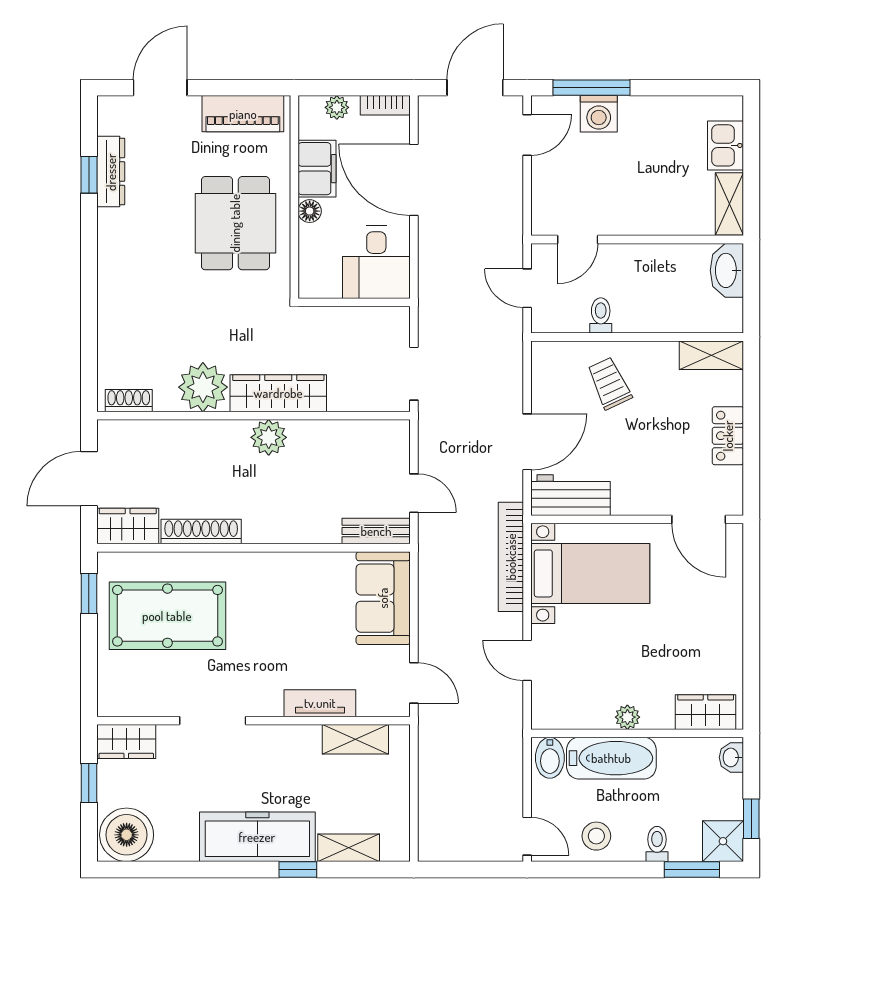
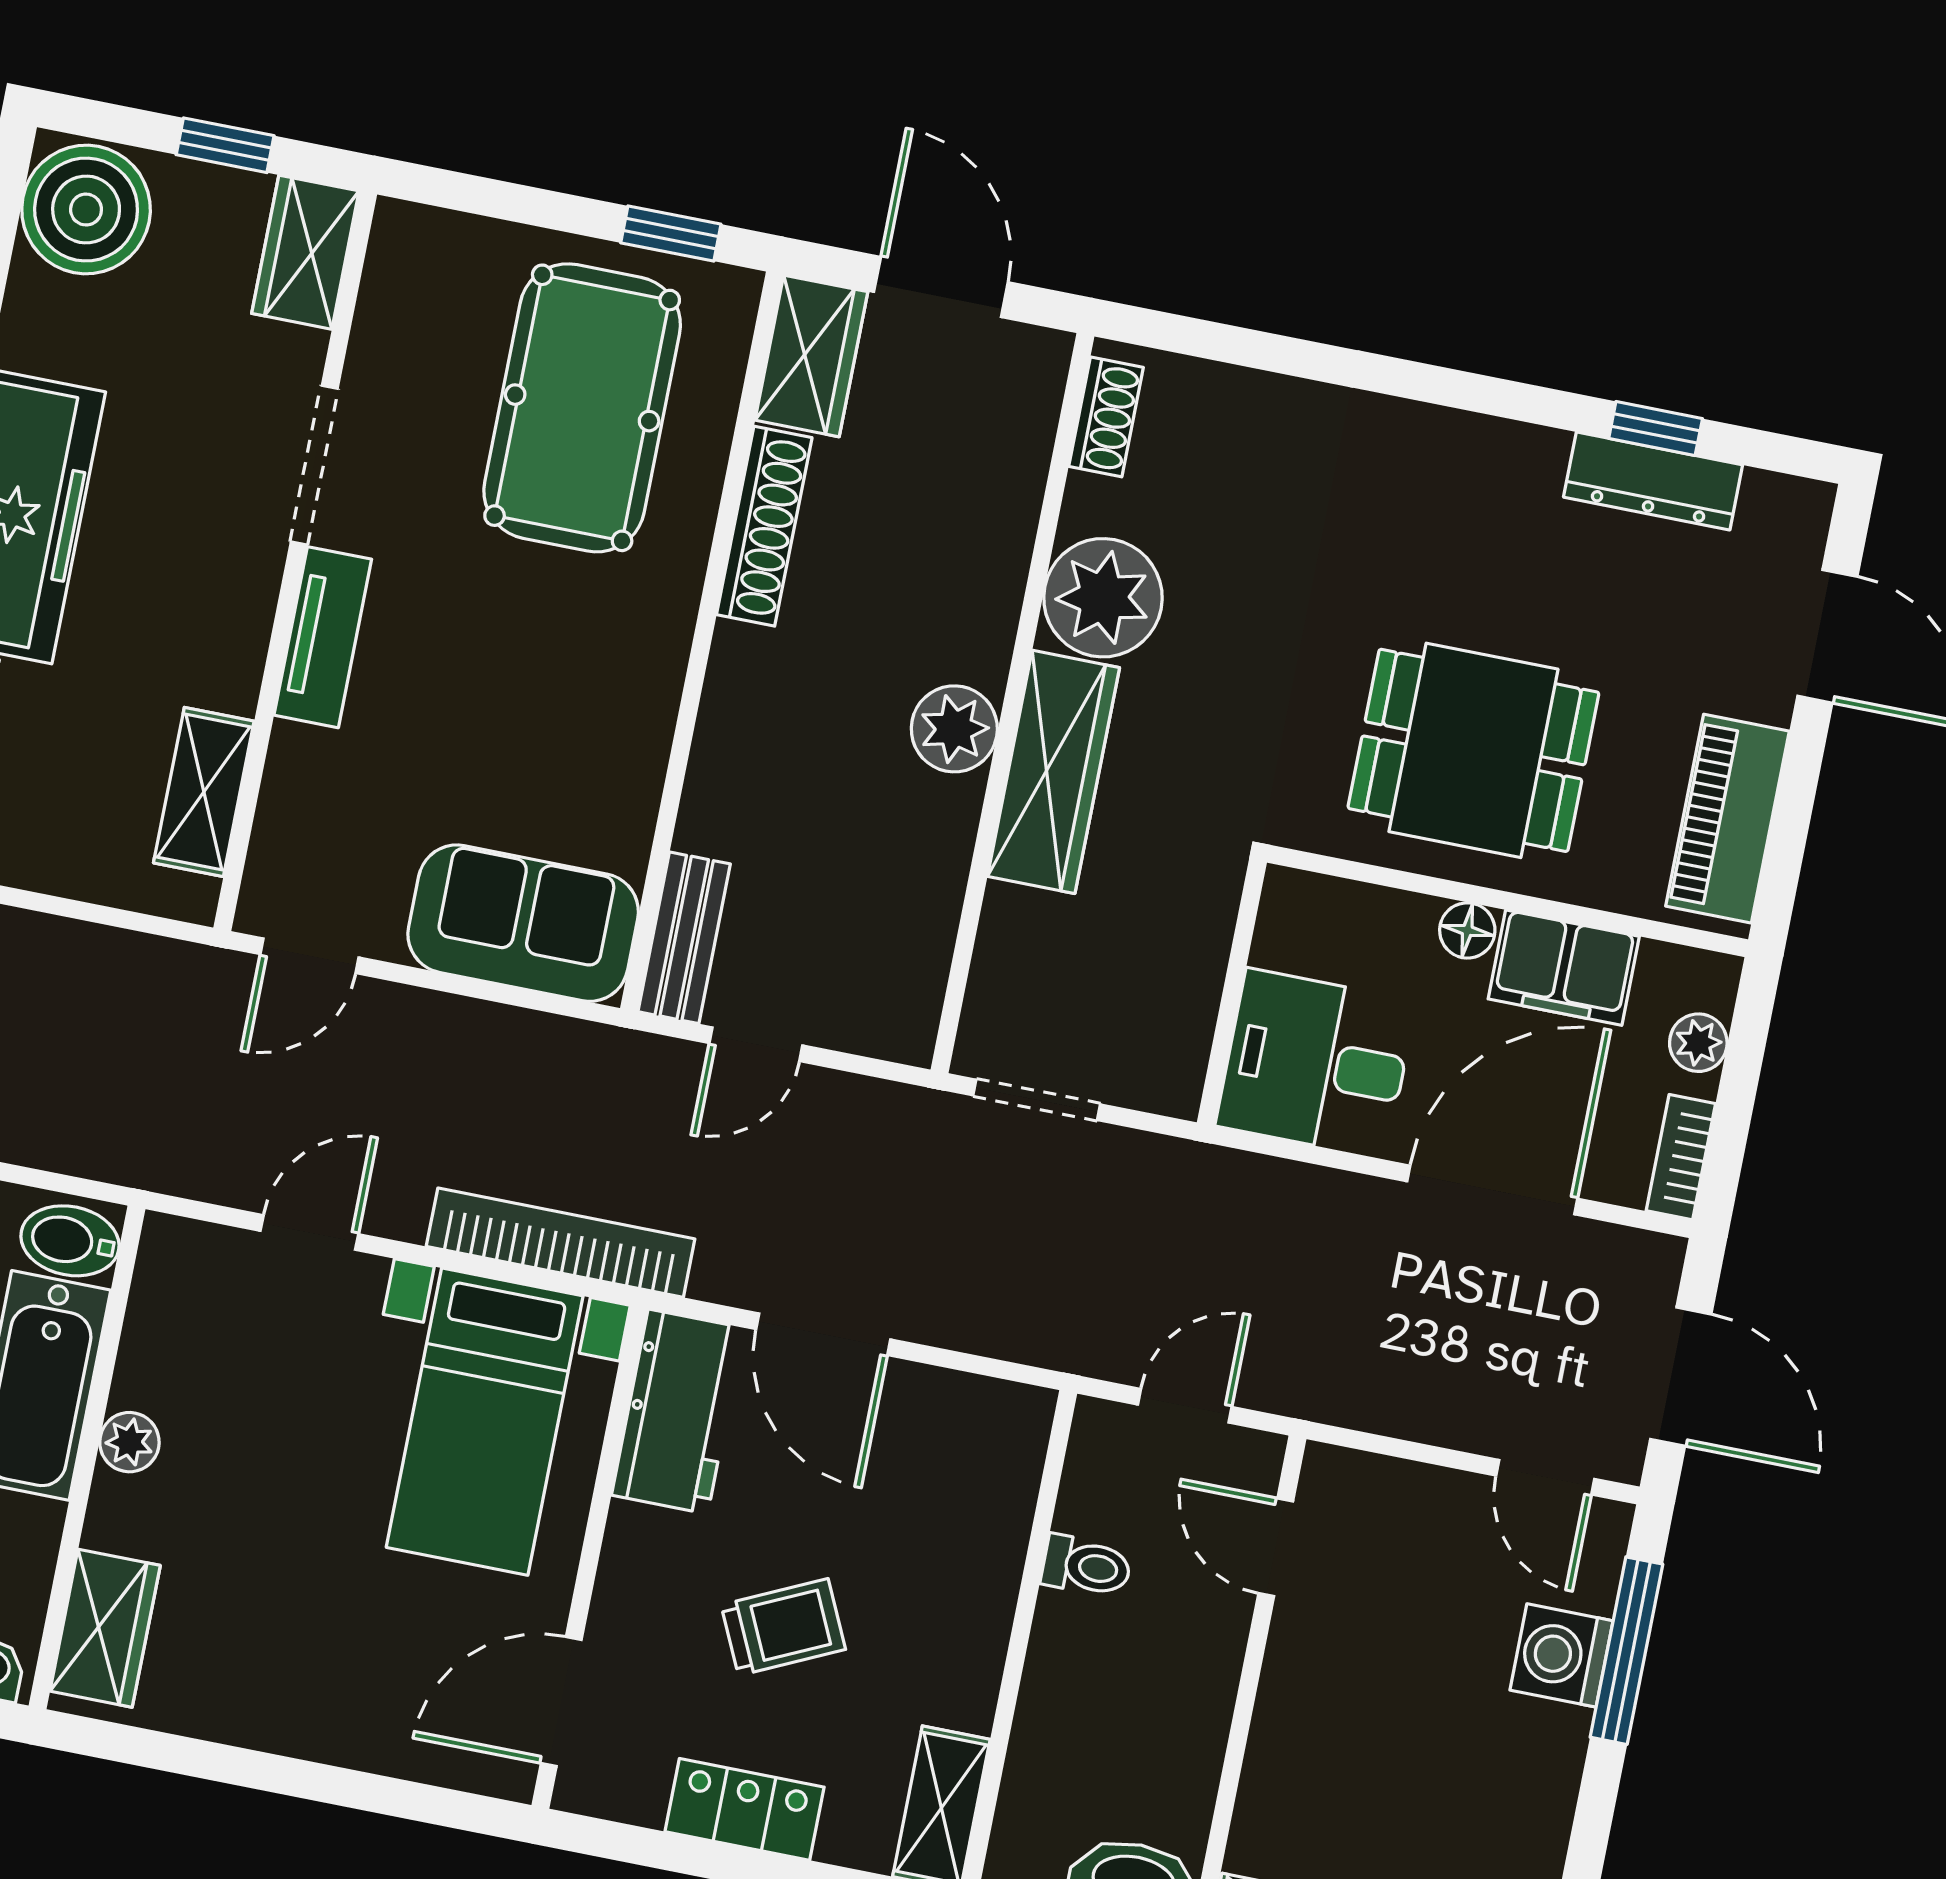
trolley: (609, 383) -> (783, 1627), moved
tv unit: (320, 703) -> (323, 637), moved

